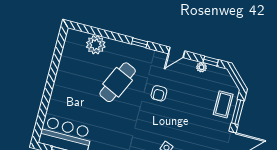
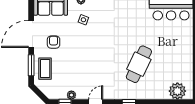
plant: (96, 45) -> (177, 91), moved
armchair: (159, 93) -> (54, 42), moved

